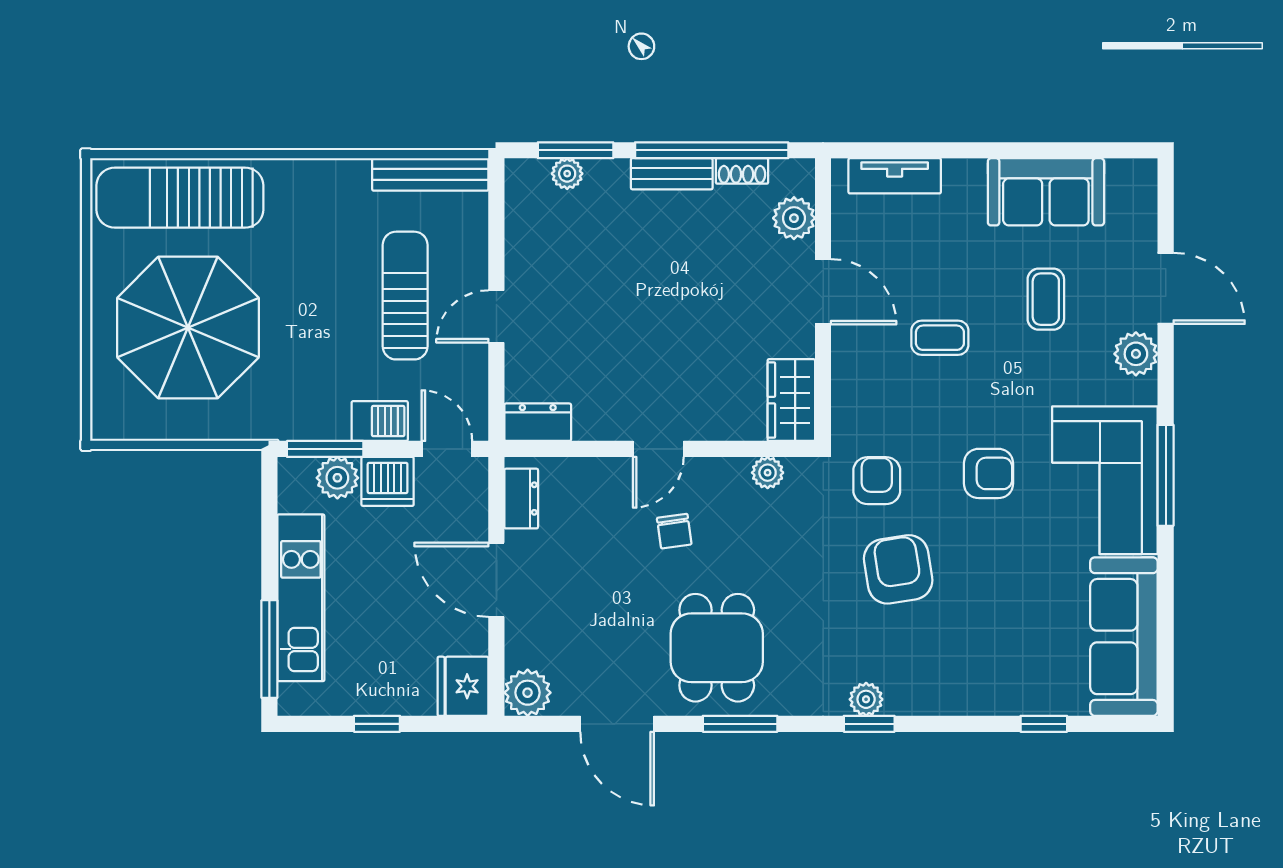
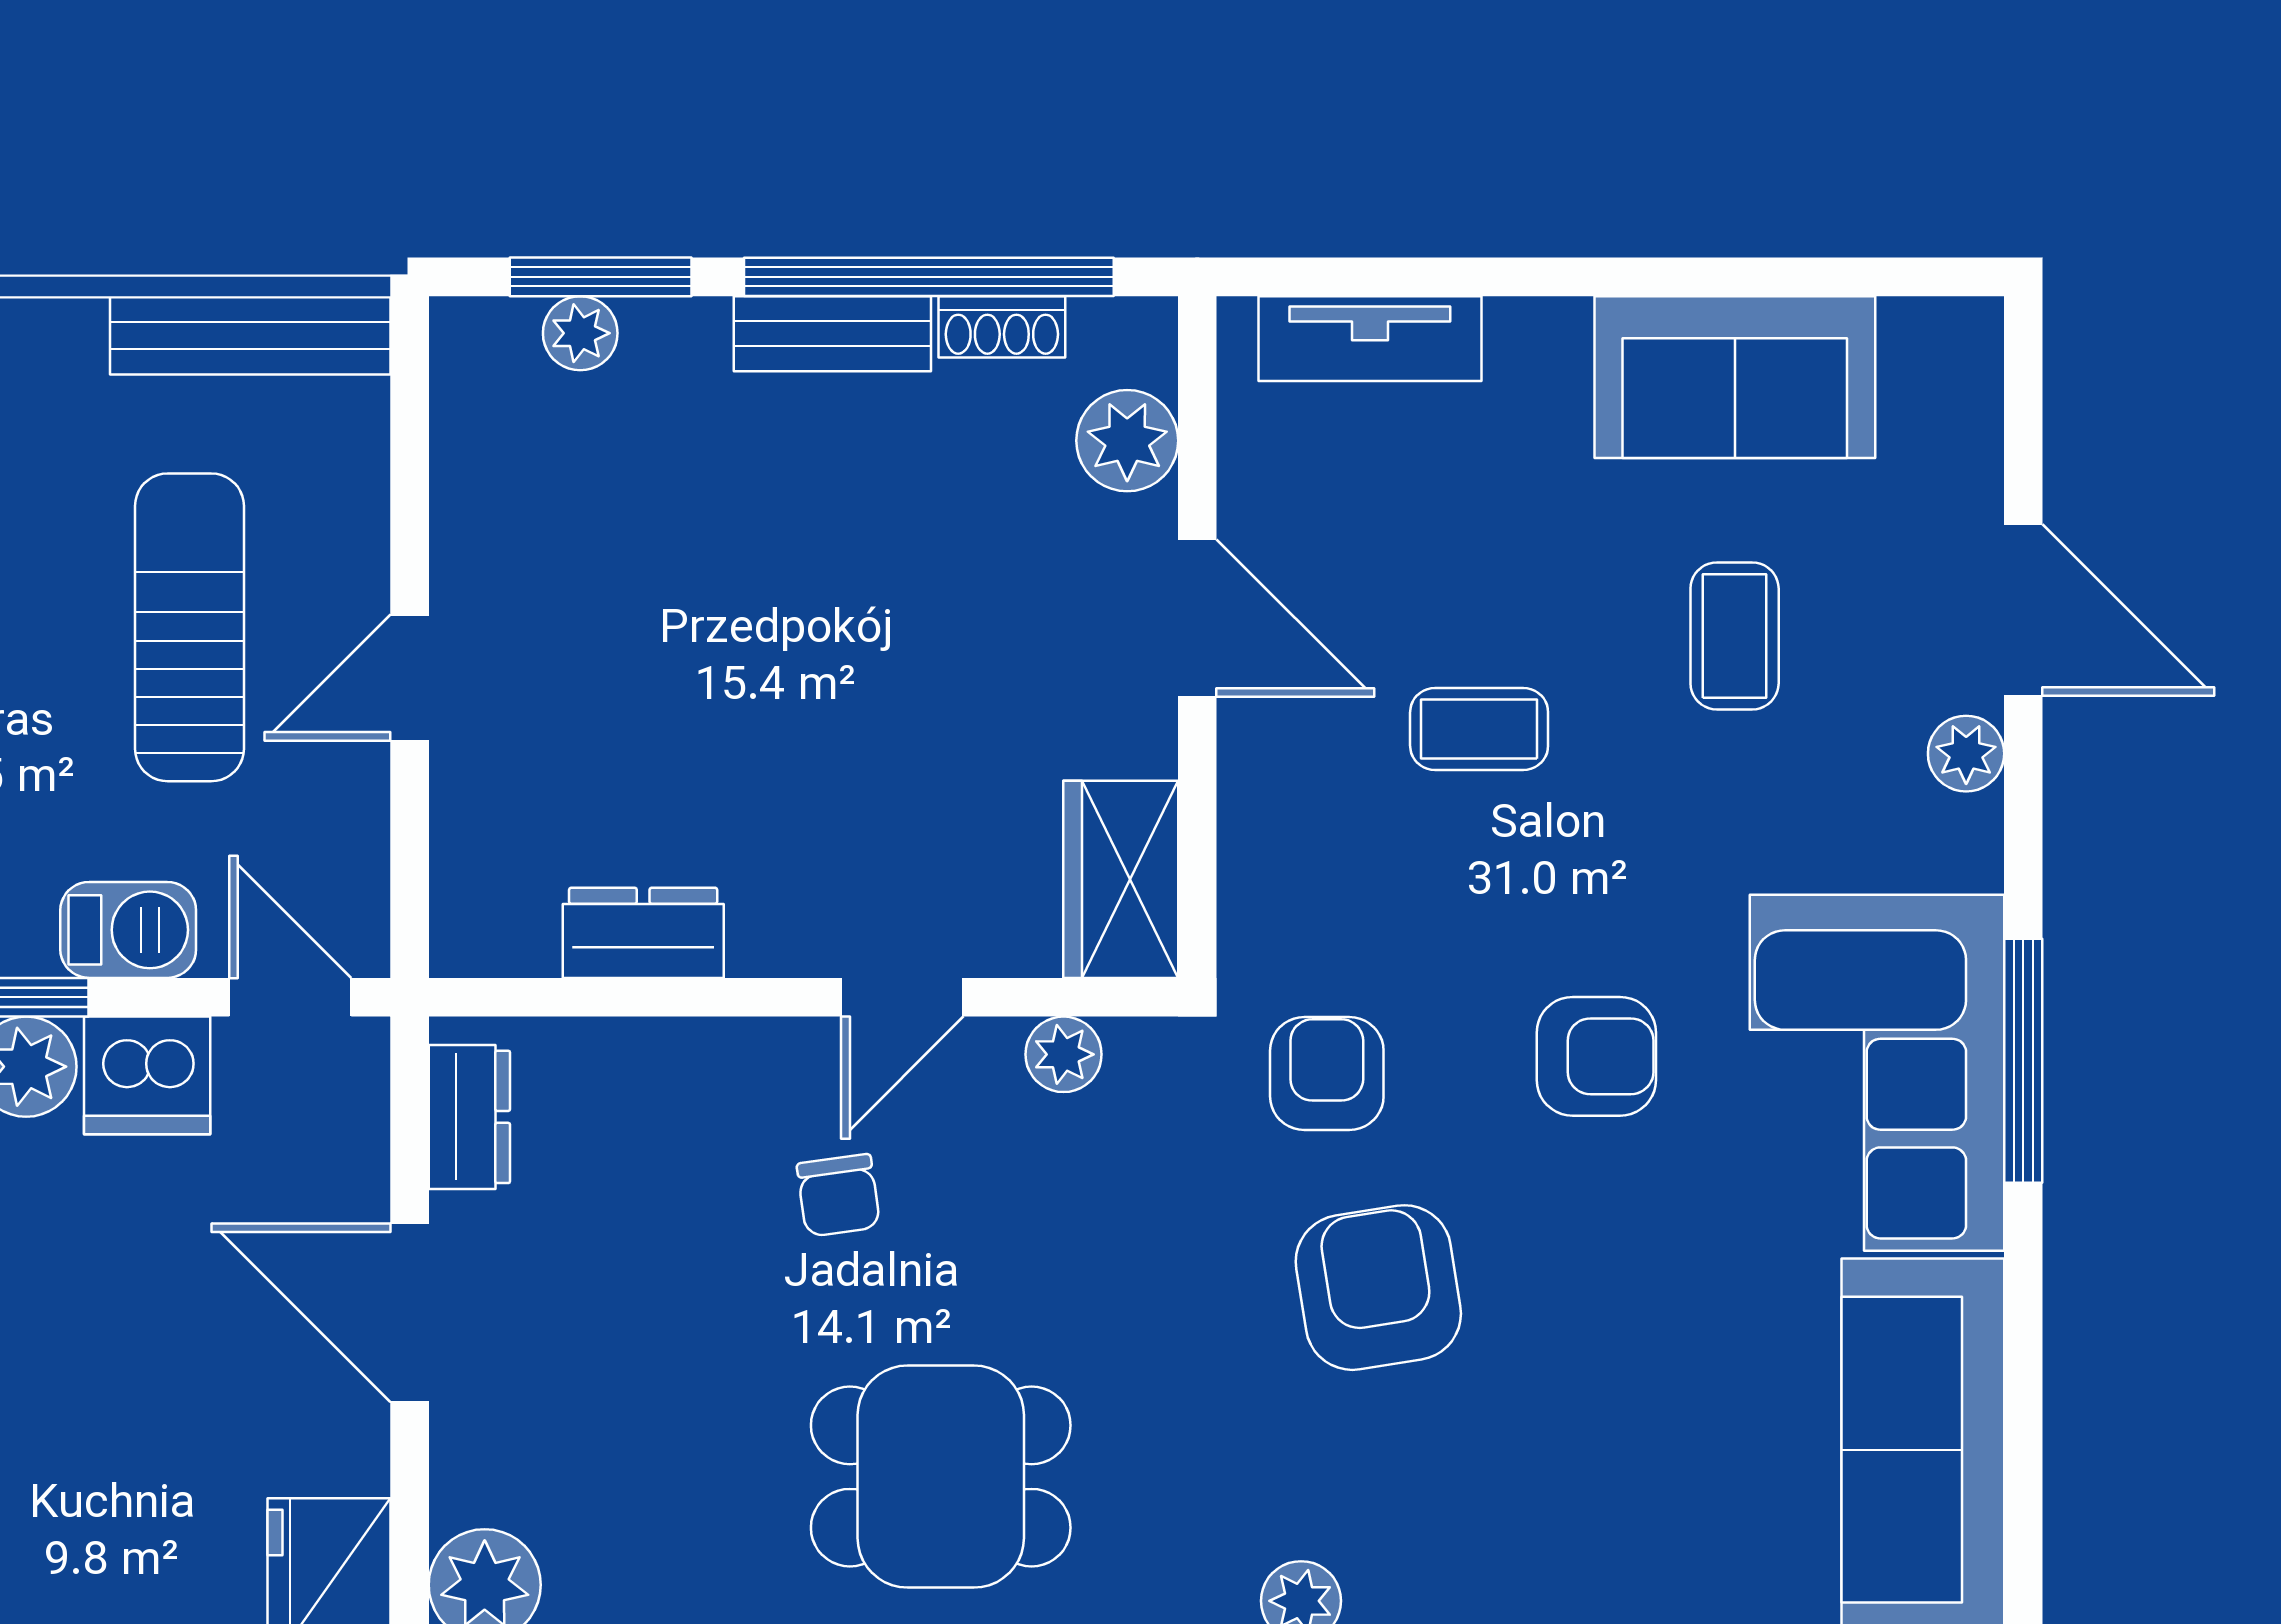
plant: (1136, 354) -> (1966, 754), width x0.73, depth x0.73
dresser: (538, 422) -> (643, 933), moved
door: (658, 449) -> (902, 997), moved
dining table: (717, 648) -> (941, 1477), turned 90

